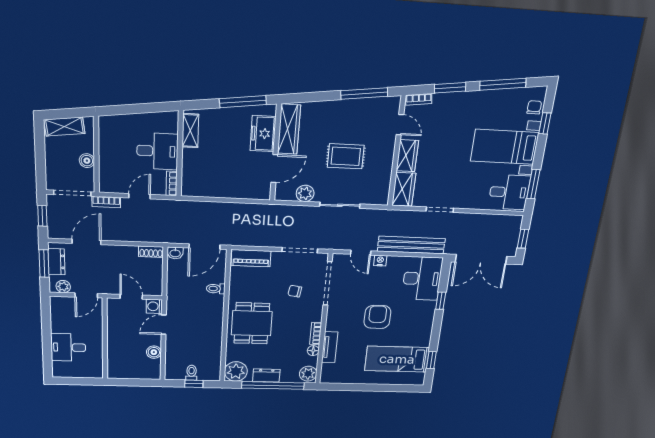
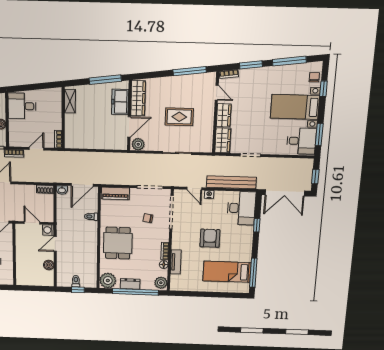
desk: (157, 151) -> (22, 106), moved, turned 180
plant: (305, 193) -> (138, 144), moved
window: (431, 360) -> (253, 273), width x2.17

